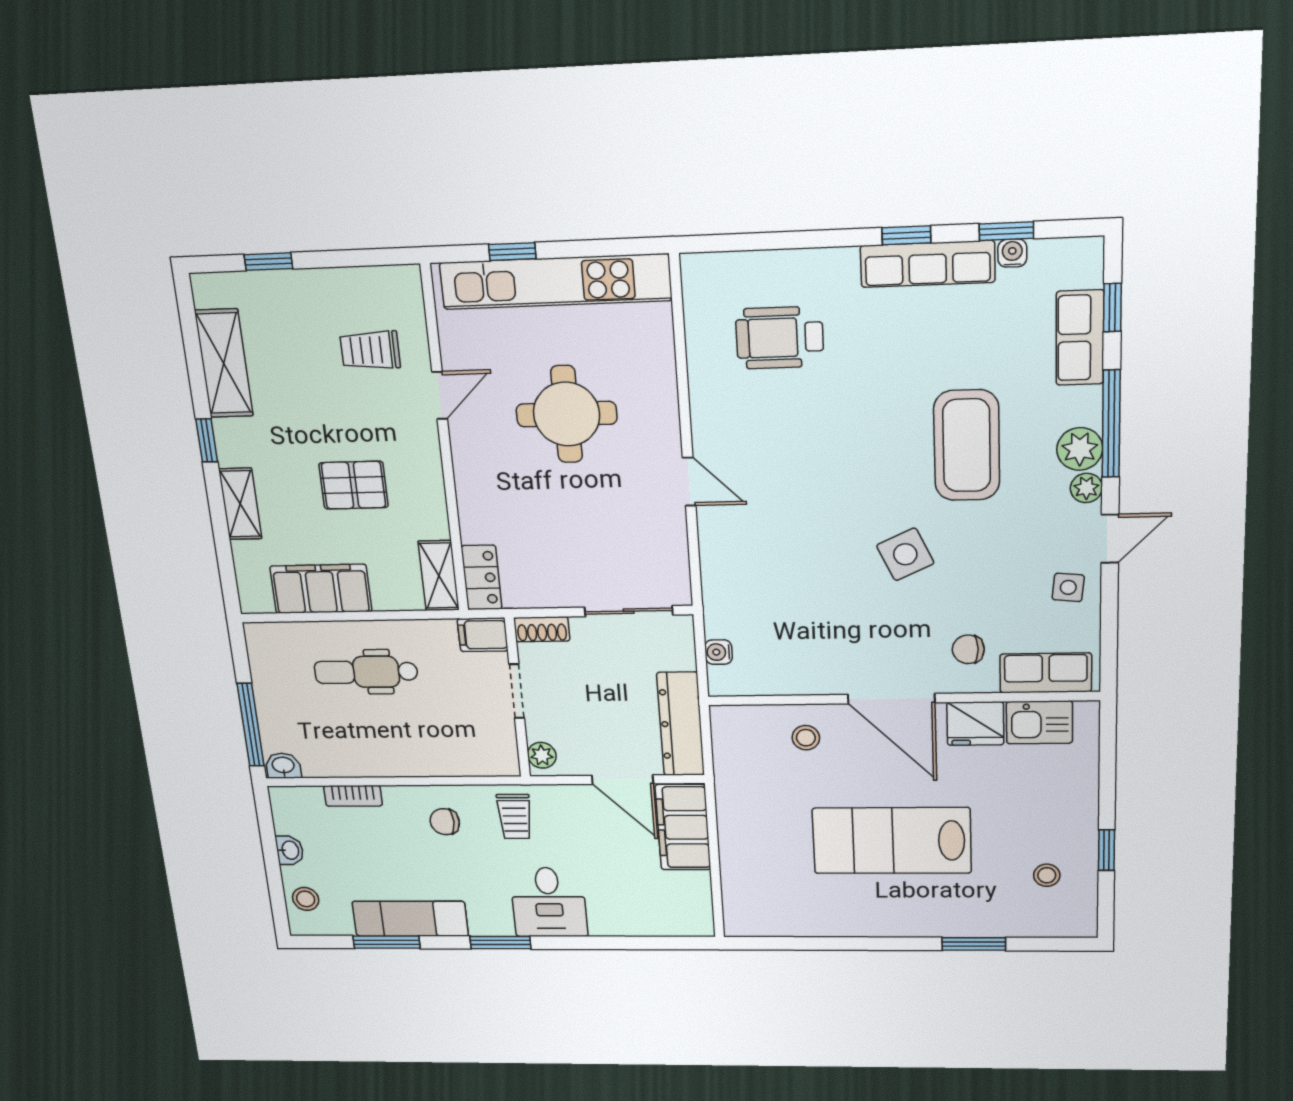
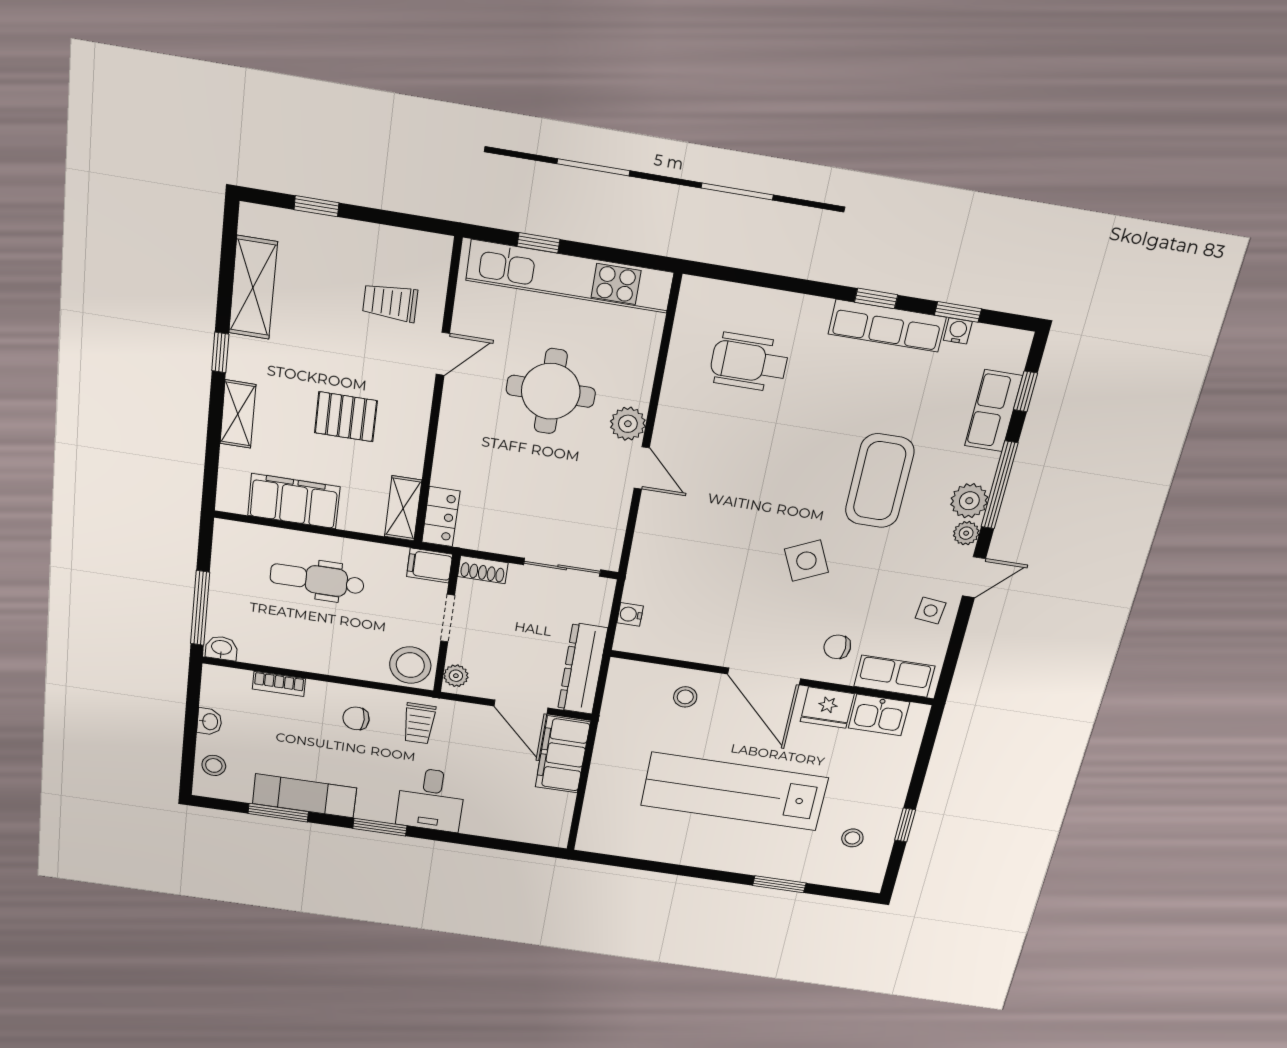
plant: (661, 434) -> (628, 424), added
stool: (489, 751) -> (410, 665), added
lab bench: (892, 841) -> (734, 792), width x1.36

